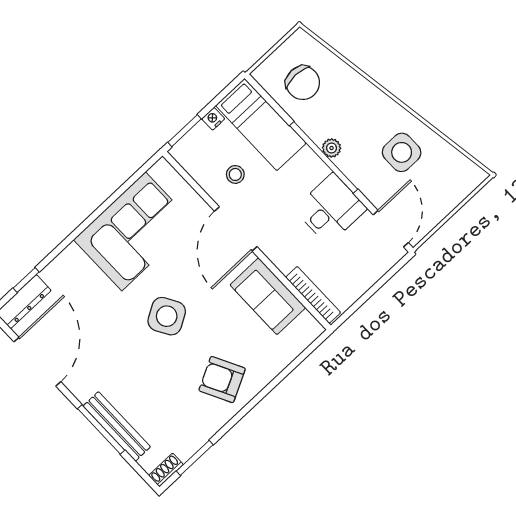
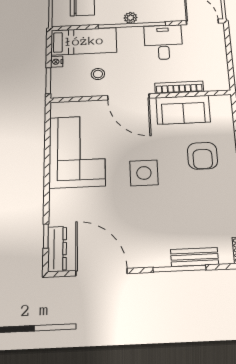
bookcase: (313, 295) -> (179, 87), moved
side table: (167, 316) -> (144, 173), turned 30
armchair: (222, 380) -> (202, 156), moved, turned -63
bench: (117, 426) -> (194, 257), width x0.73

